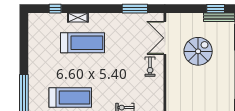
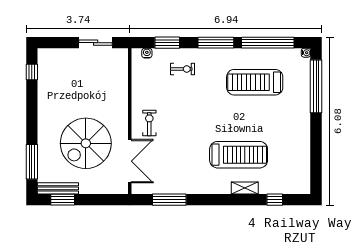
treadmill: (82, 43) -> (239, 155), turned 180
spiral stairs: (198, 51) -> (86, 143), width x1.37, depth x1.37

